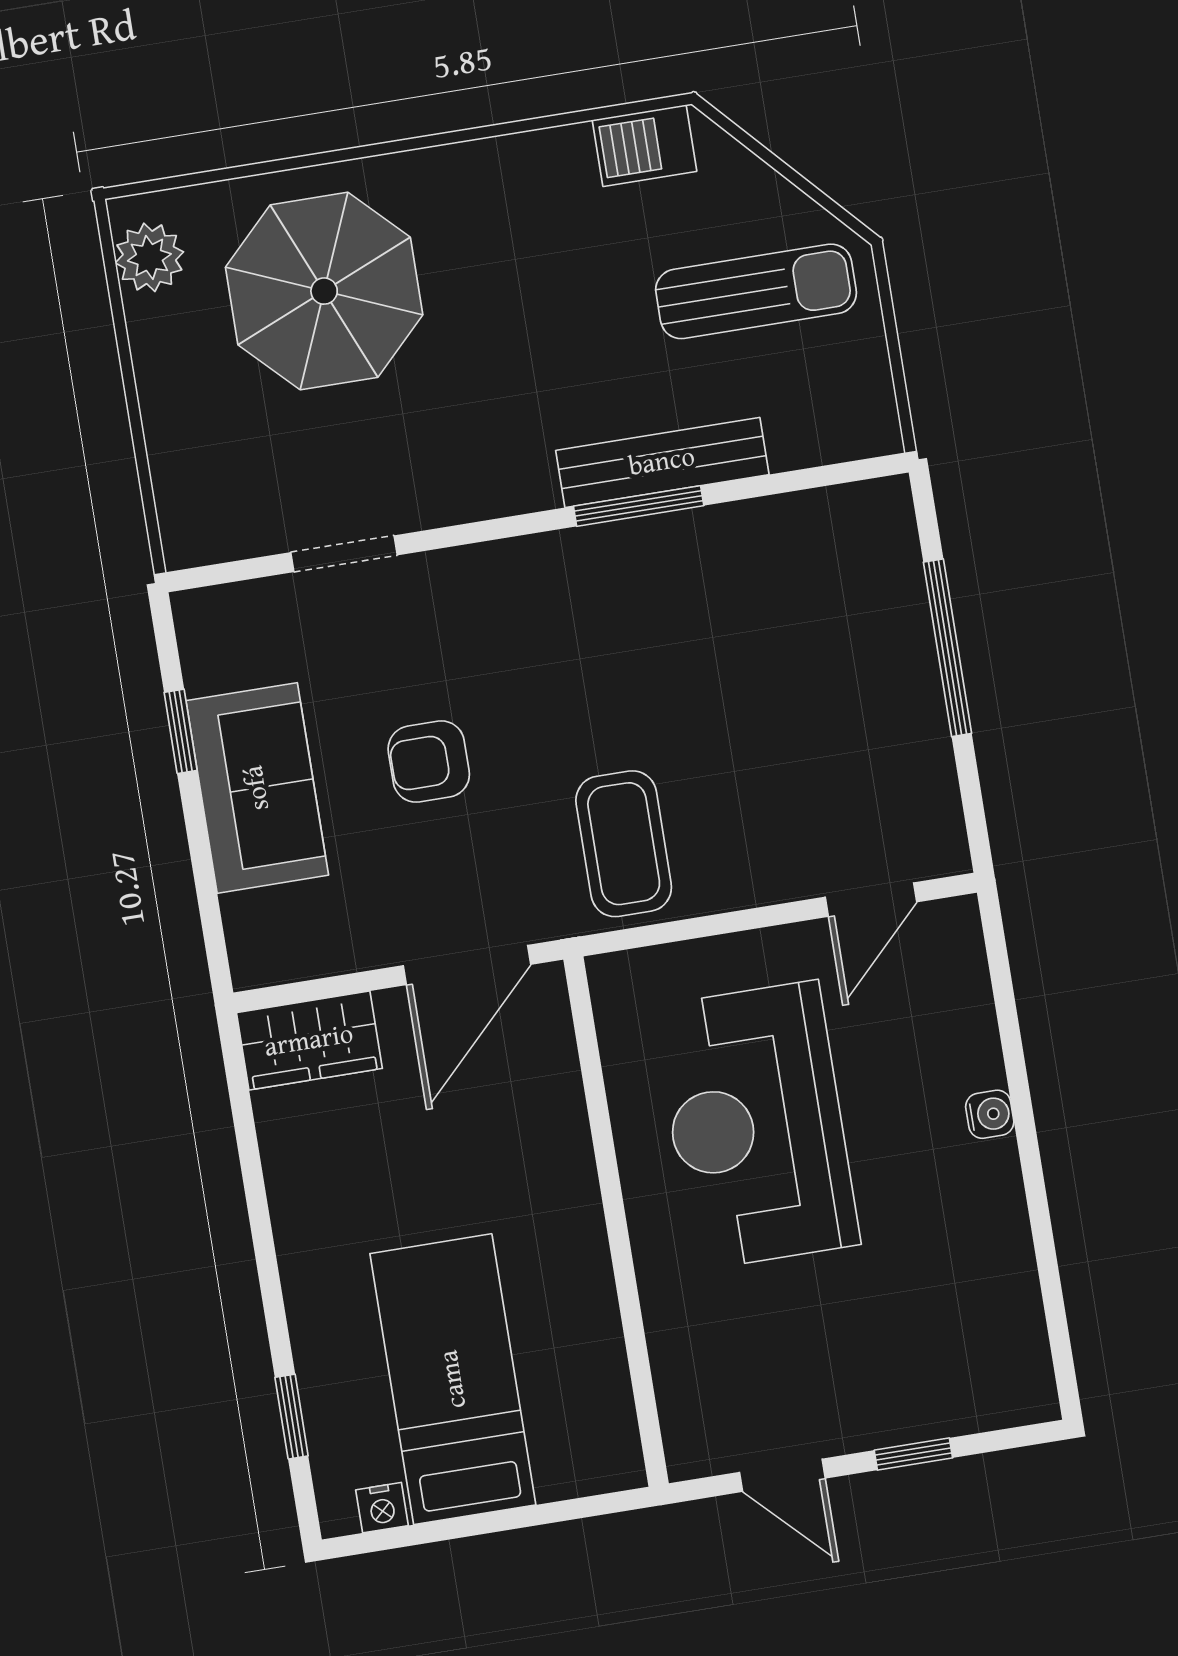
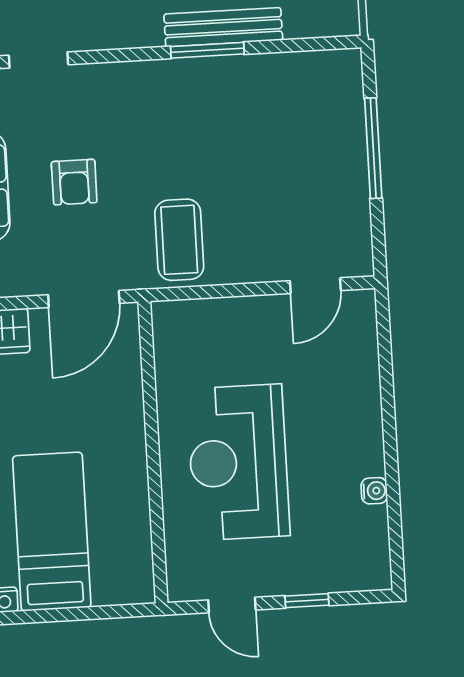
armchair: (429, 762) -> (74, 182), turned -90
water cooler: (990, 1114) -> (374, 491), moved
reception desk: (756, 1125) -> (238, 462), moved

